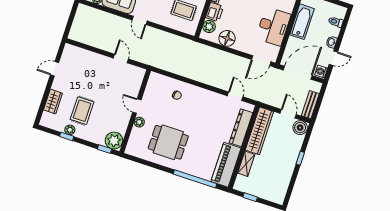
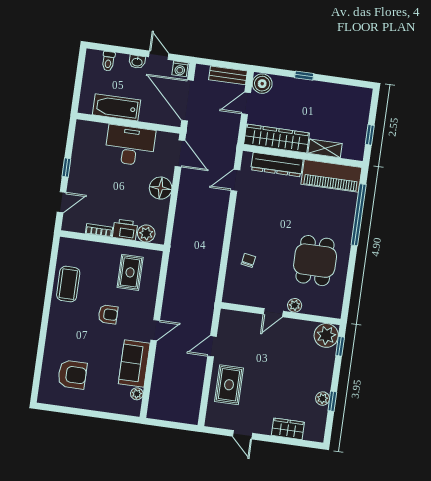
floor lamp: (227, 38) -> (161, 188), moved
rug: (82, 111) -> (229, 385), moved, turned 90

